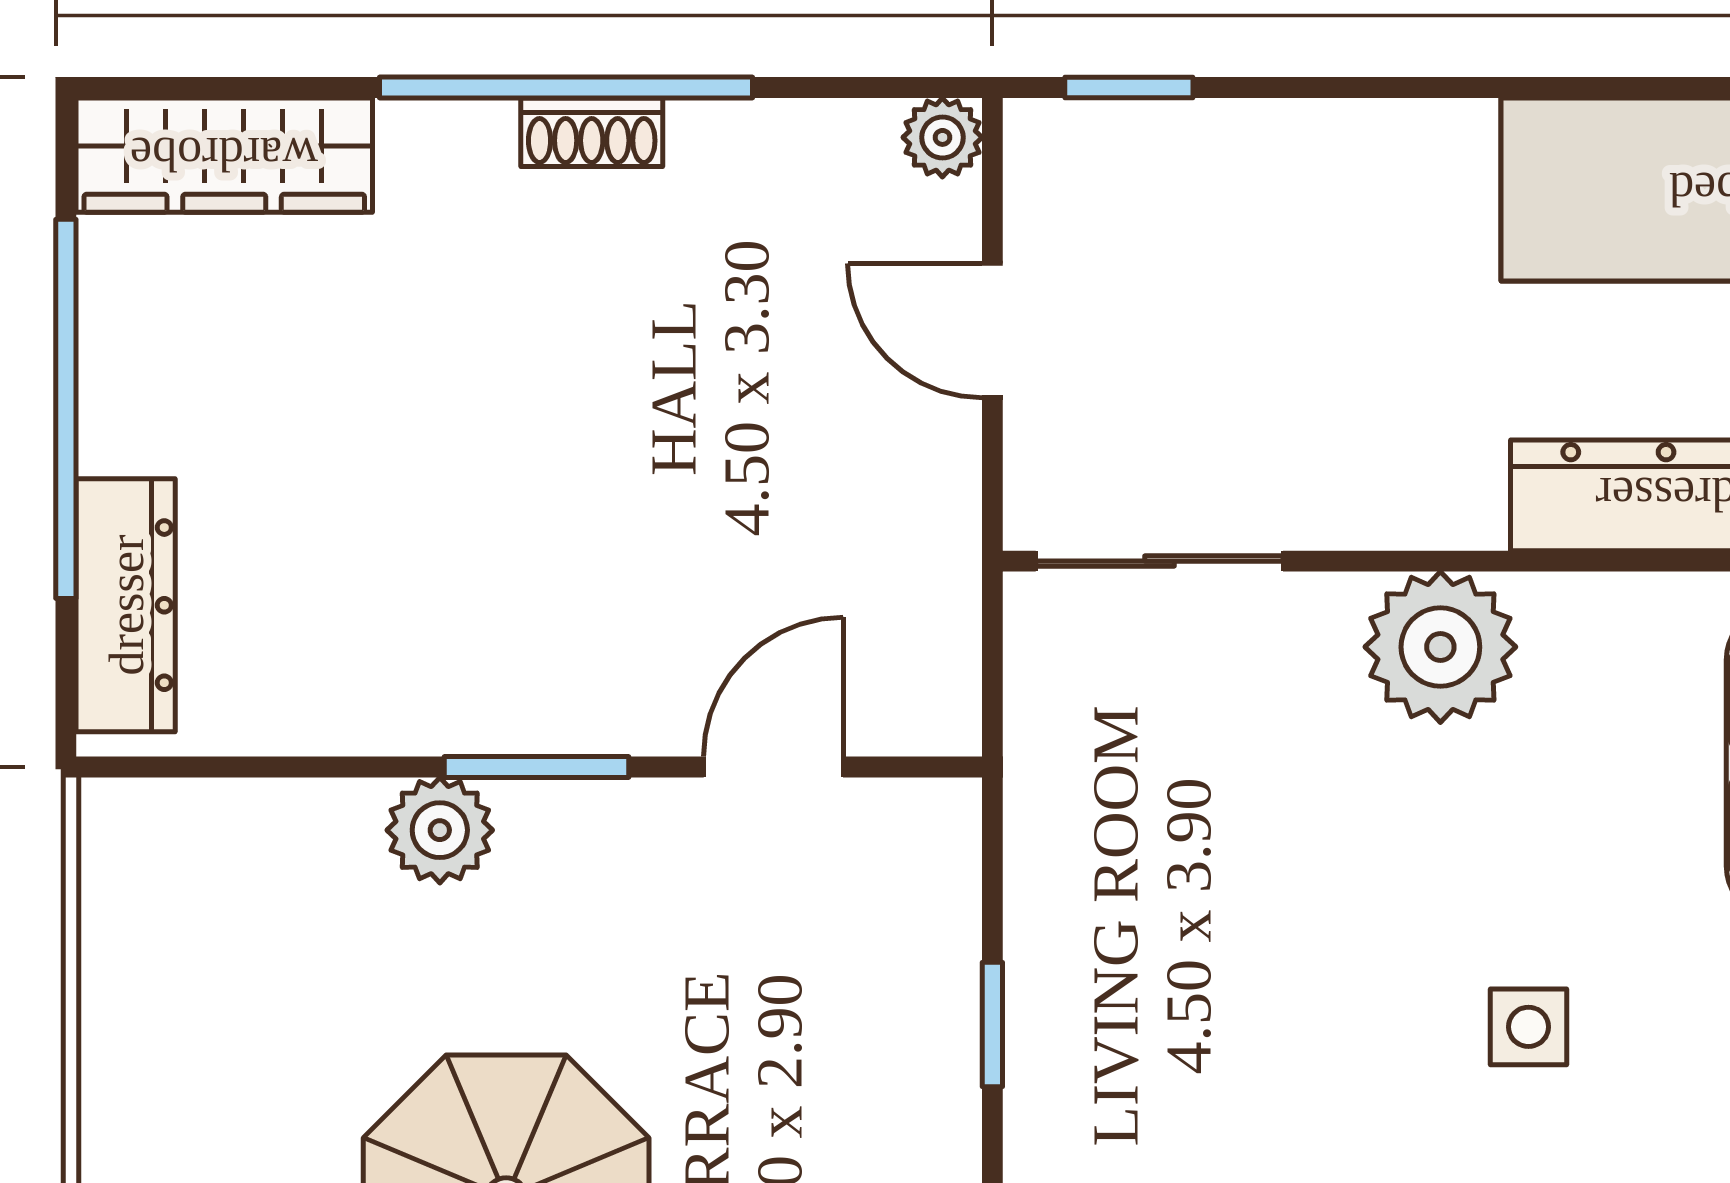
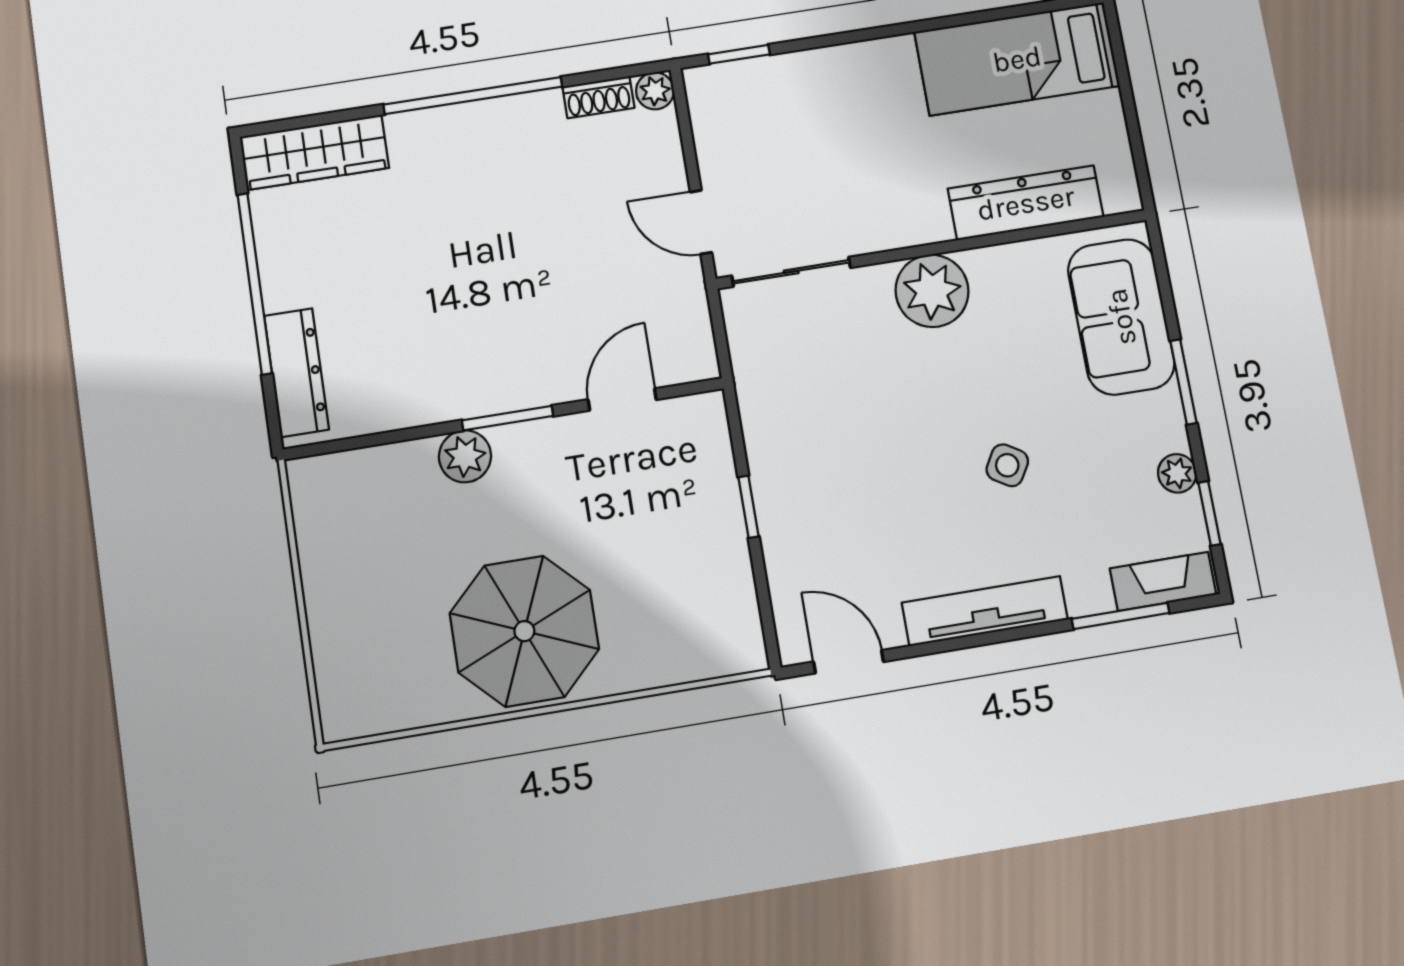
shoe rack: (592, 132) -> (598, 97), moved
door: (992, 331) -> (701, 222), moved
side table: (1528, 1027) -> (1007, 465), turned 31

